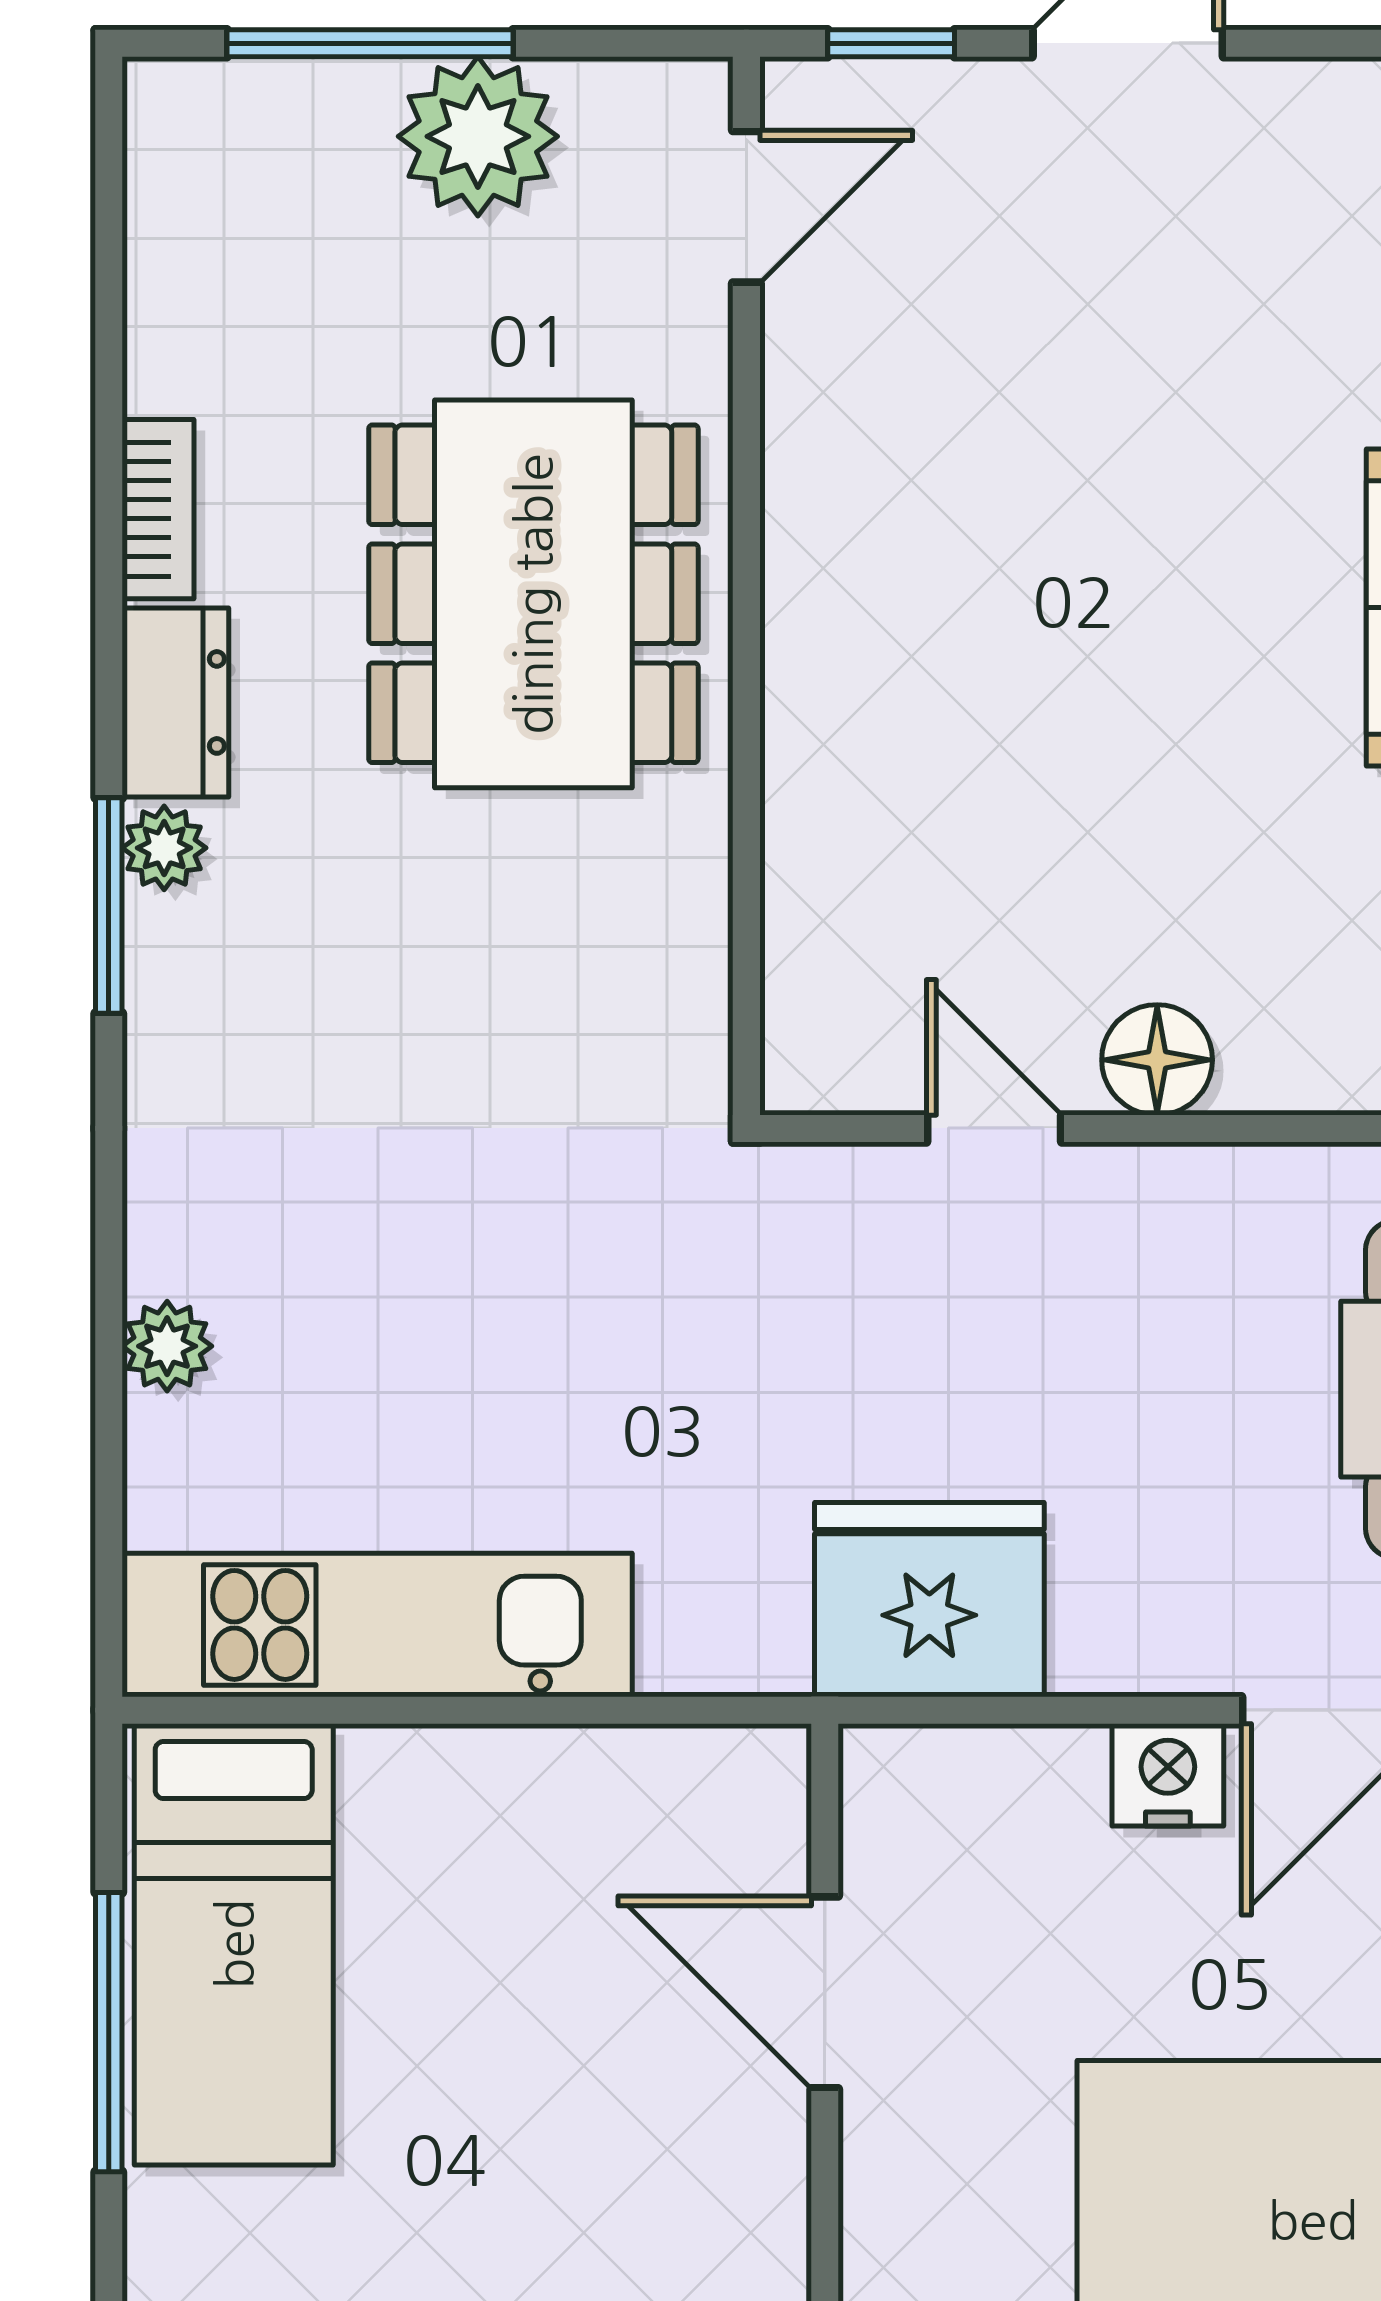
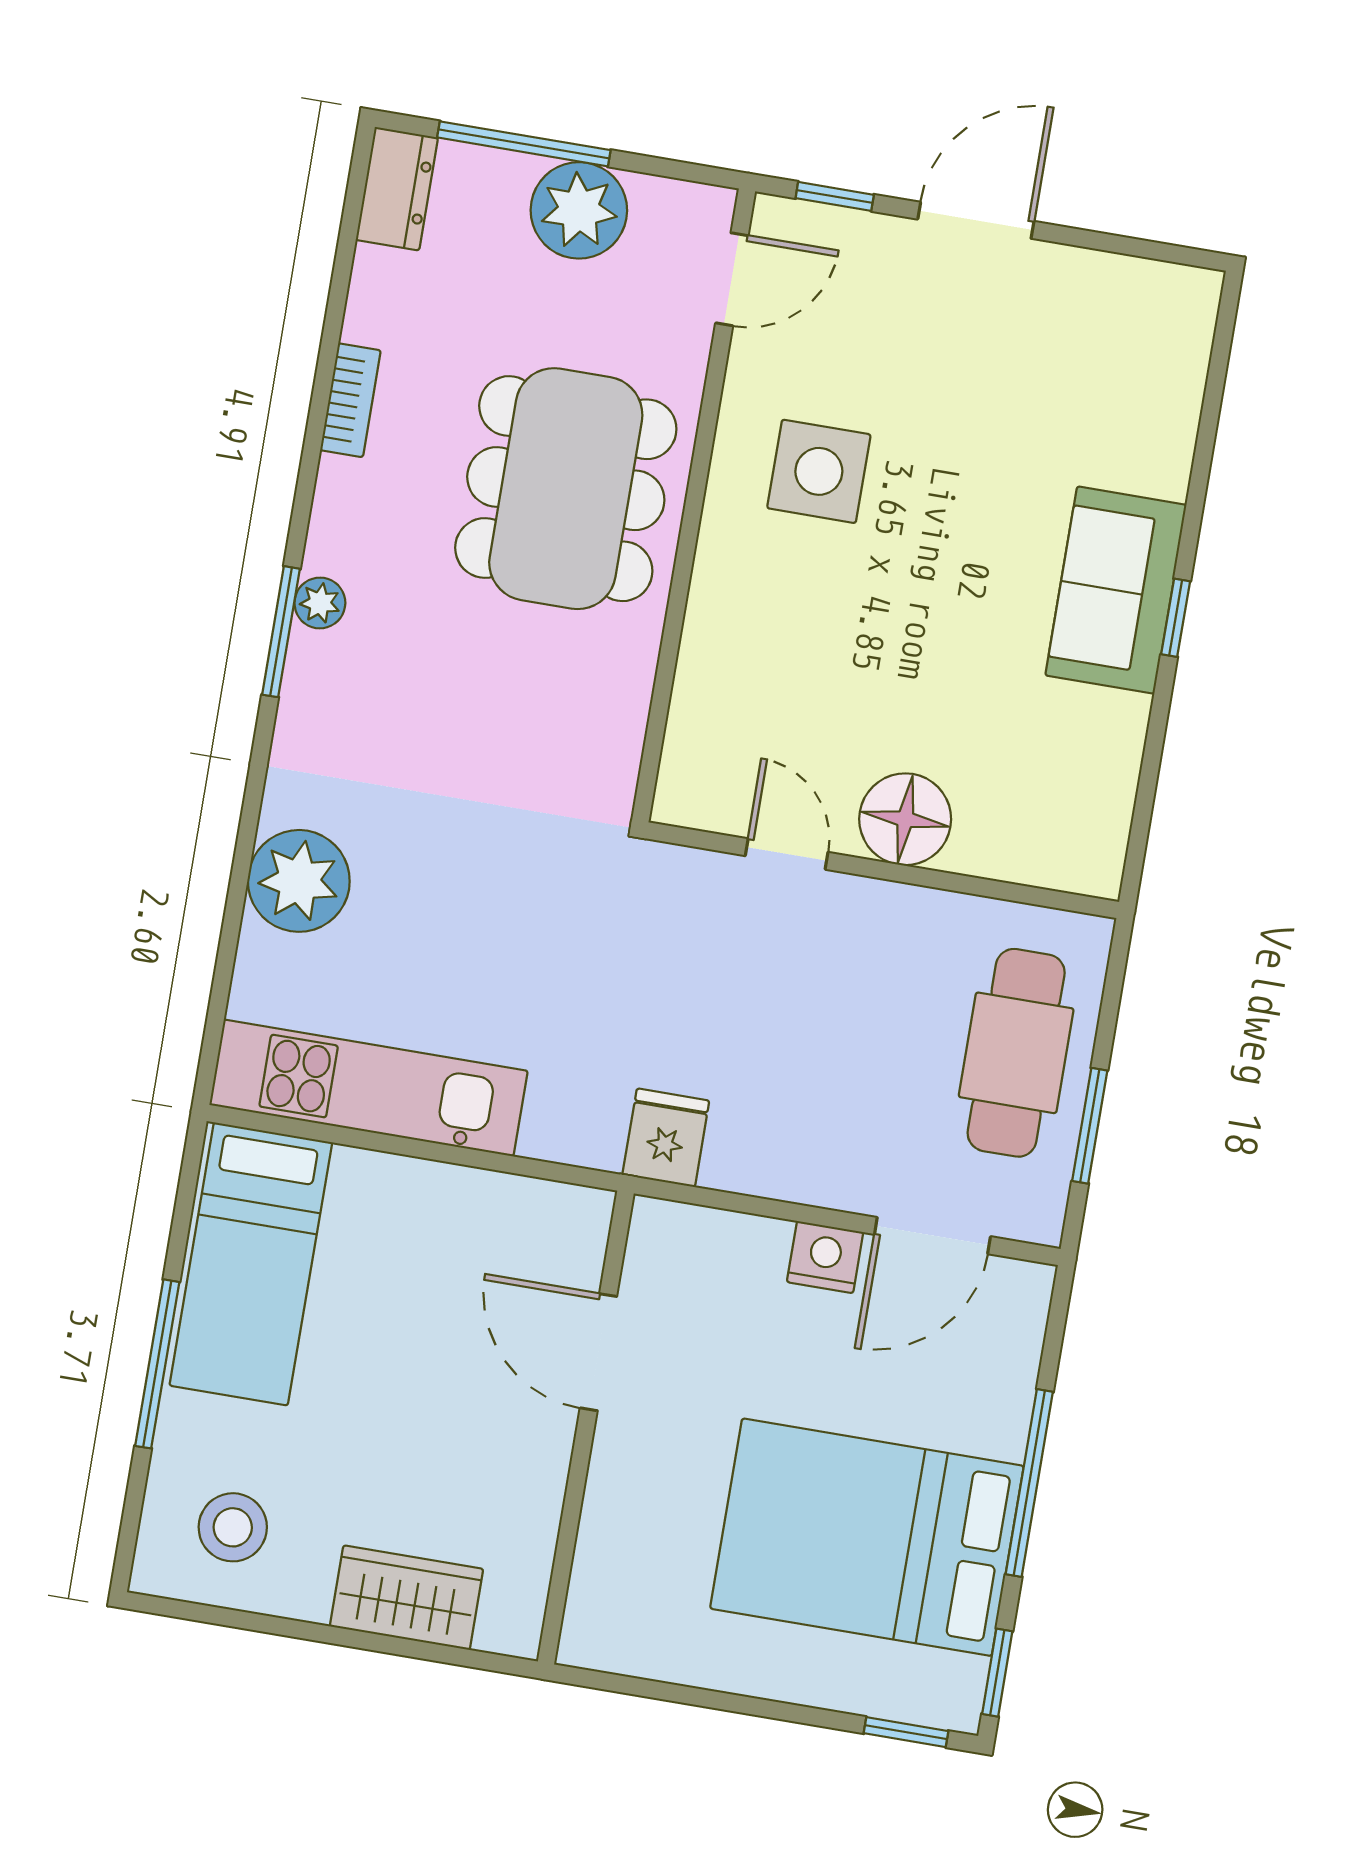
side table: (941, 496) -> (819, 471), added
dresser: (175, 702) -> (397, 189), moved
floor lamp: (1157, 1060) -> (905, 819), width x1.38, depth x1.38
plant: (167, 1346) -> (299, 881), width x1.88, depth x1.88
fridge: (929, 1600) -> (666, 1138), width x0.53, depth x0.75
window: (109, 2032) -> (157, 1364), moved

